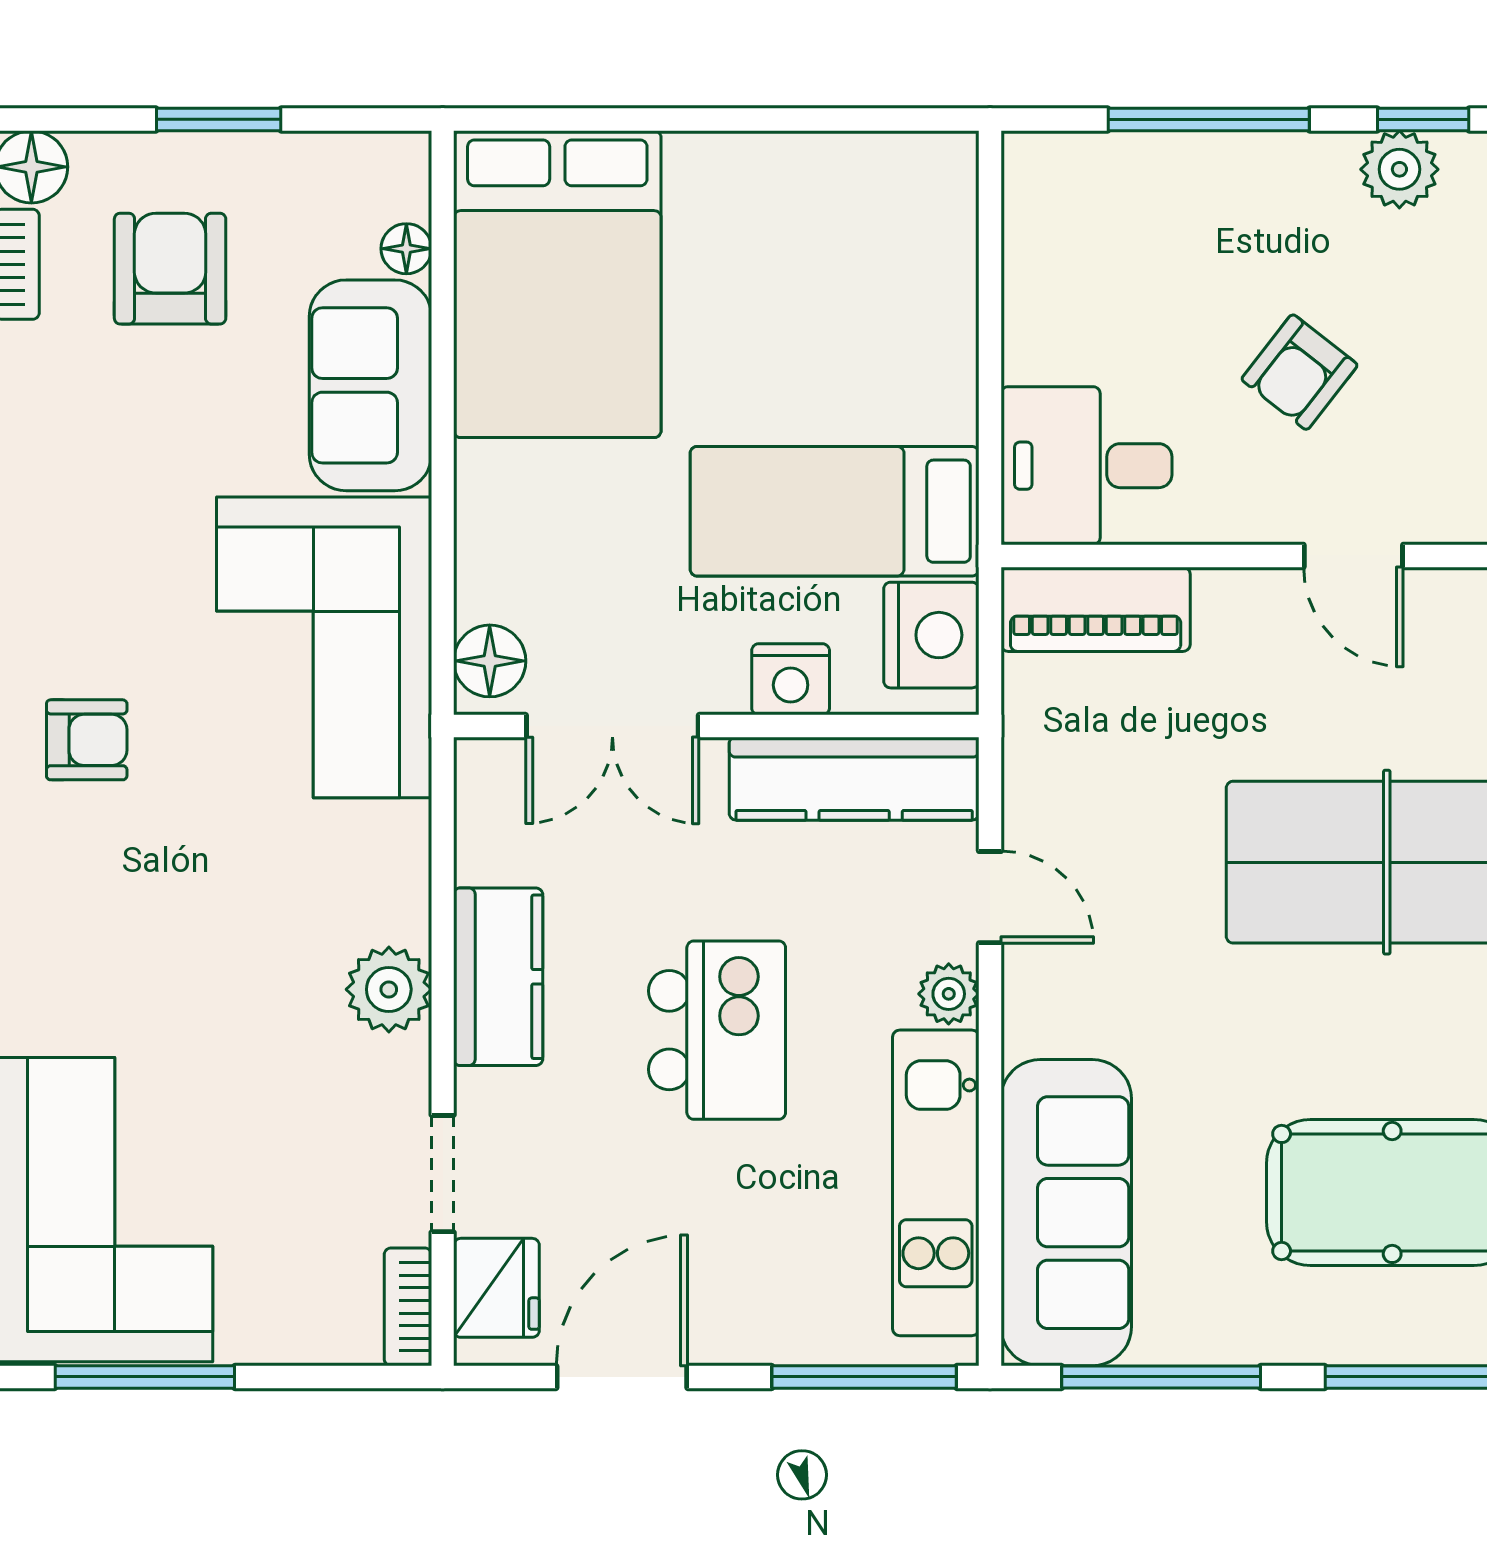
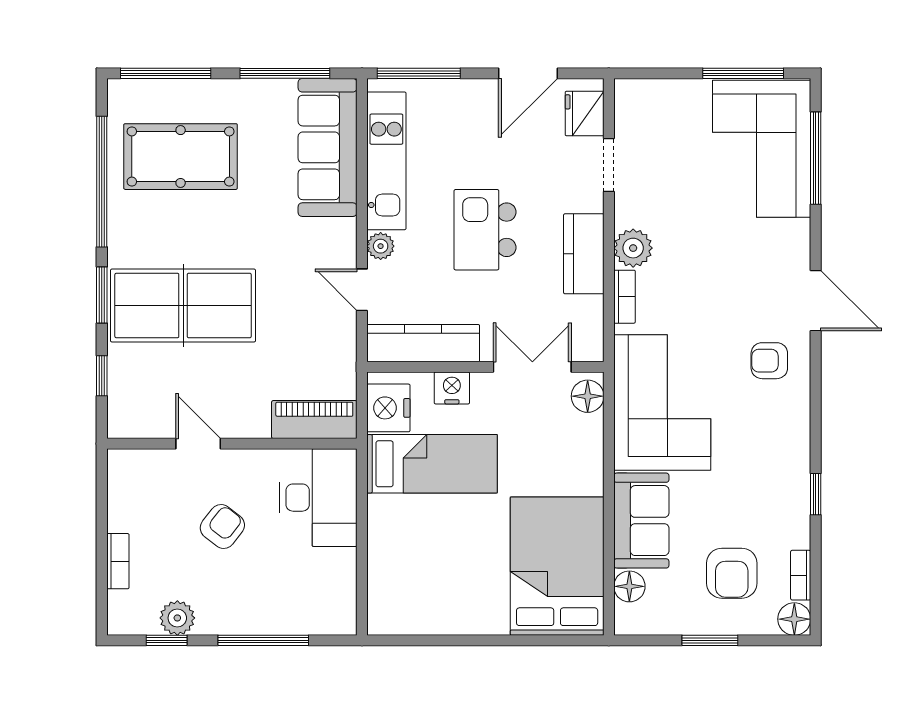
floor lamp: (406, 249) -> (629, 586), width x1.37, depth x1.37
desk: (1086, 466) -> (318, 498), width x1.37
bookcase: (408, 1307) -> (624, 297), moved

